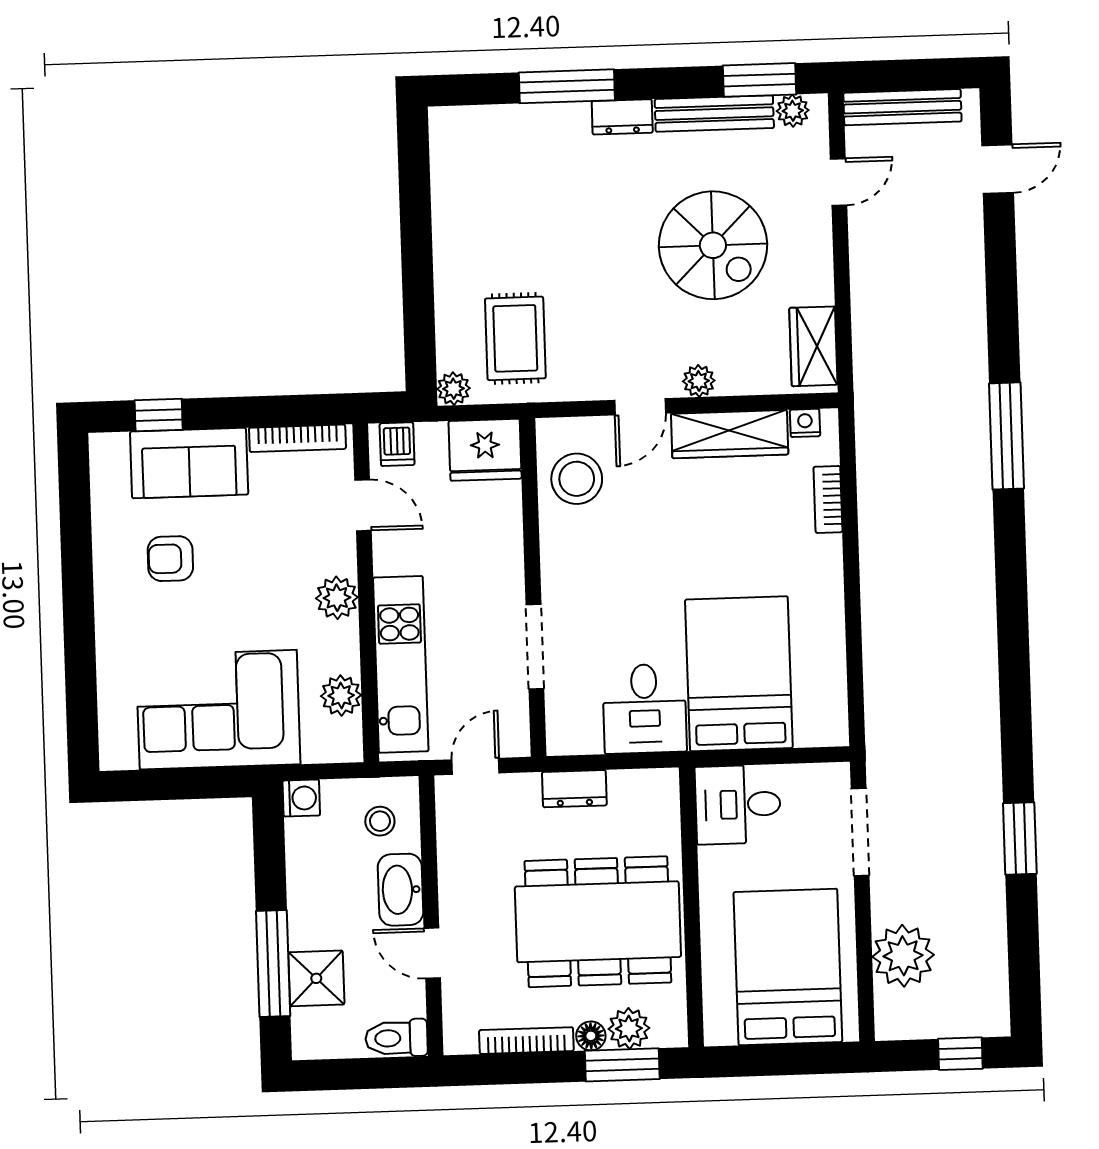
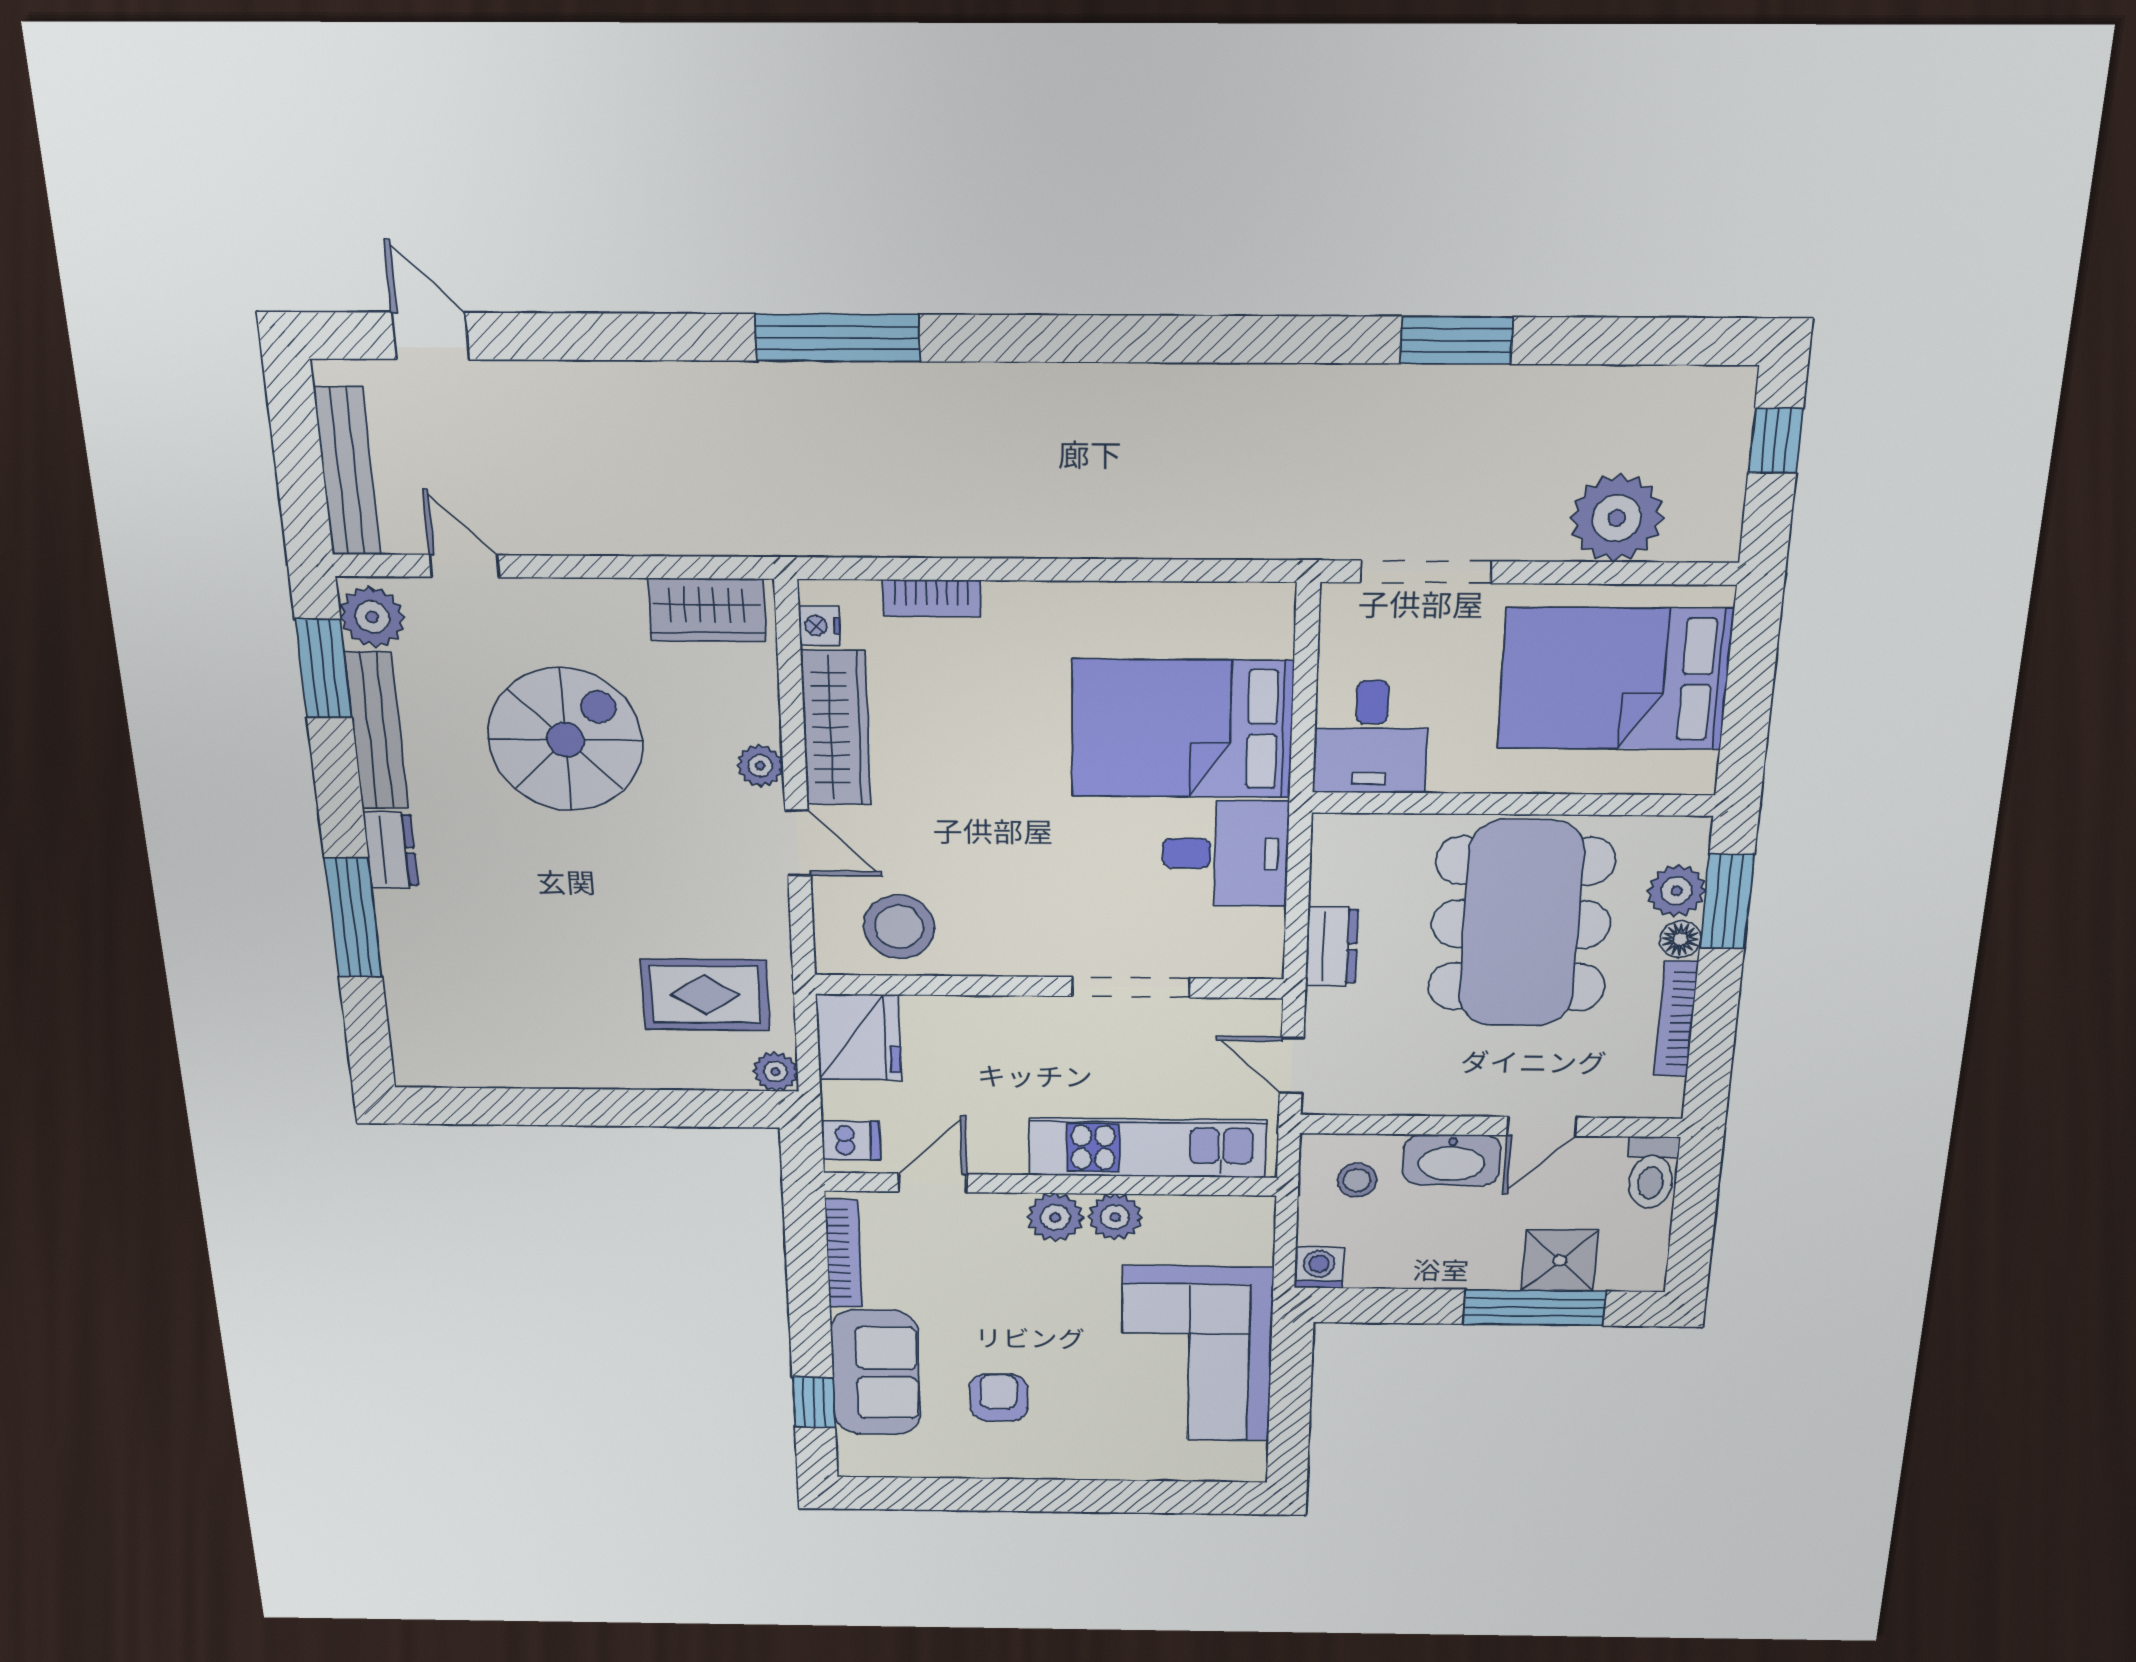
plant: (793, 111) -> (372, 617), width x1.38, depth x1.38
armchair: (170, 559) -> (999, 1398), turned 180
plant: (341, 696) -> (1115, 1217), moved

